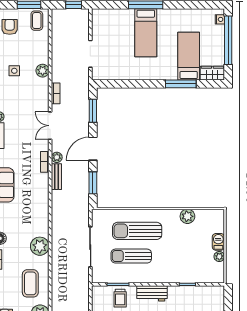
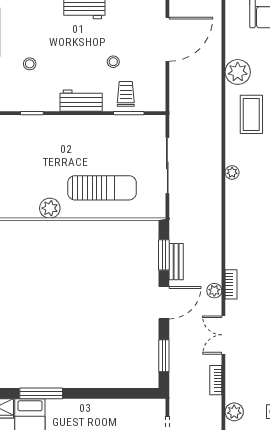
double door: (50, 126) -> (223, 335), swing flipped
bench: (56, 177) -> (176, 262), moved
plant: (187, 216) -> (50, 208), moved
plant: (40, 246) -> (232, 172), width x0.53, depth x0.53
sun lounger: (131, 256) -> (110, 153), removed

